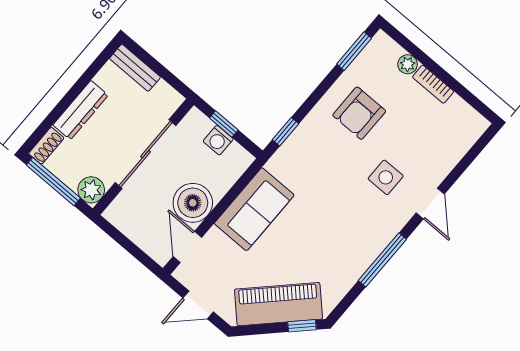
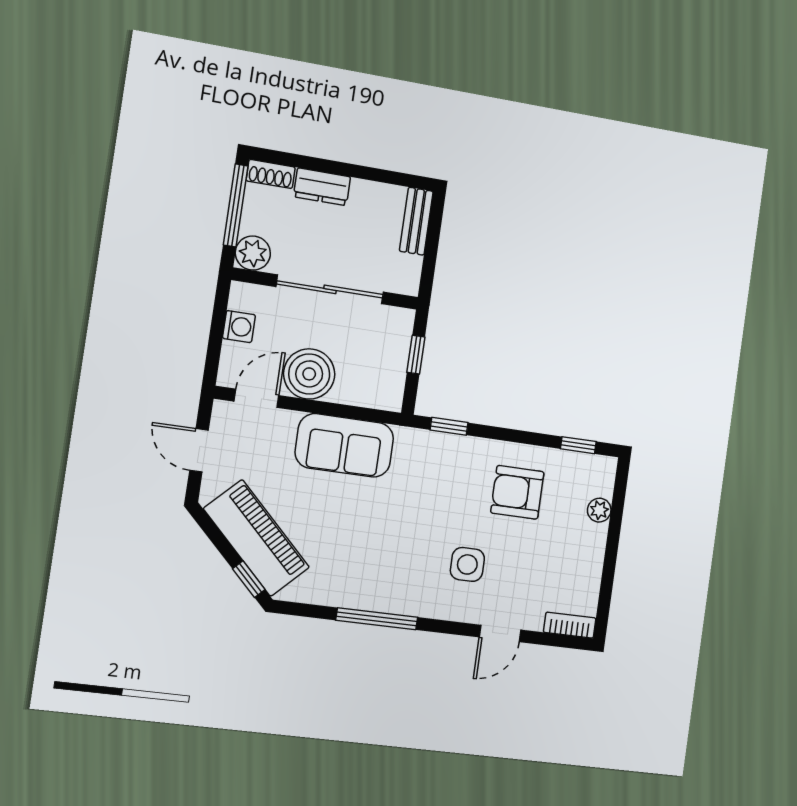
window: (354, 51) -> (578, 445), width x0.67
bookcase: (433, 84) -> (570, 625), moved, turned 90
dresser: (81, 110) -> (322, 187), width x0.70
washing machine: (218, 140) -> (239, 327), moved, turned 180
door: (430, 203) -> (500, 634), moved

